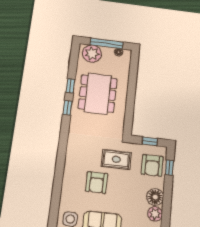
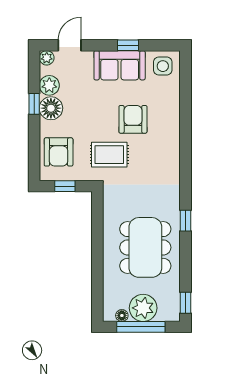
plant: (92, 54) -> (143, 308), moved
window: (70, 86) -> (185, 303), moved
armchair: (152, 165) -> (59, 152), turned 180
window: (170, 168) -> (34, 104), moved

